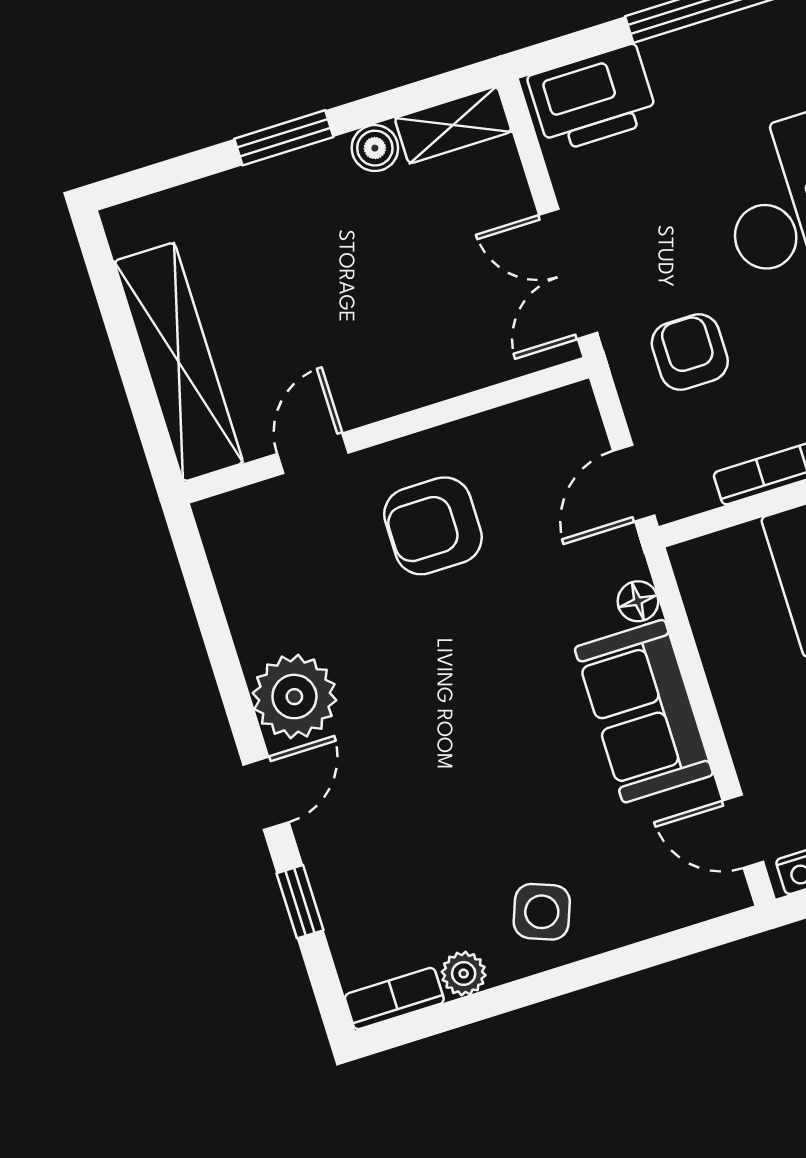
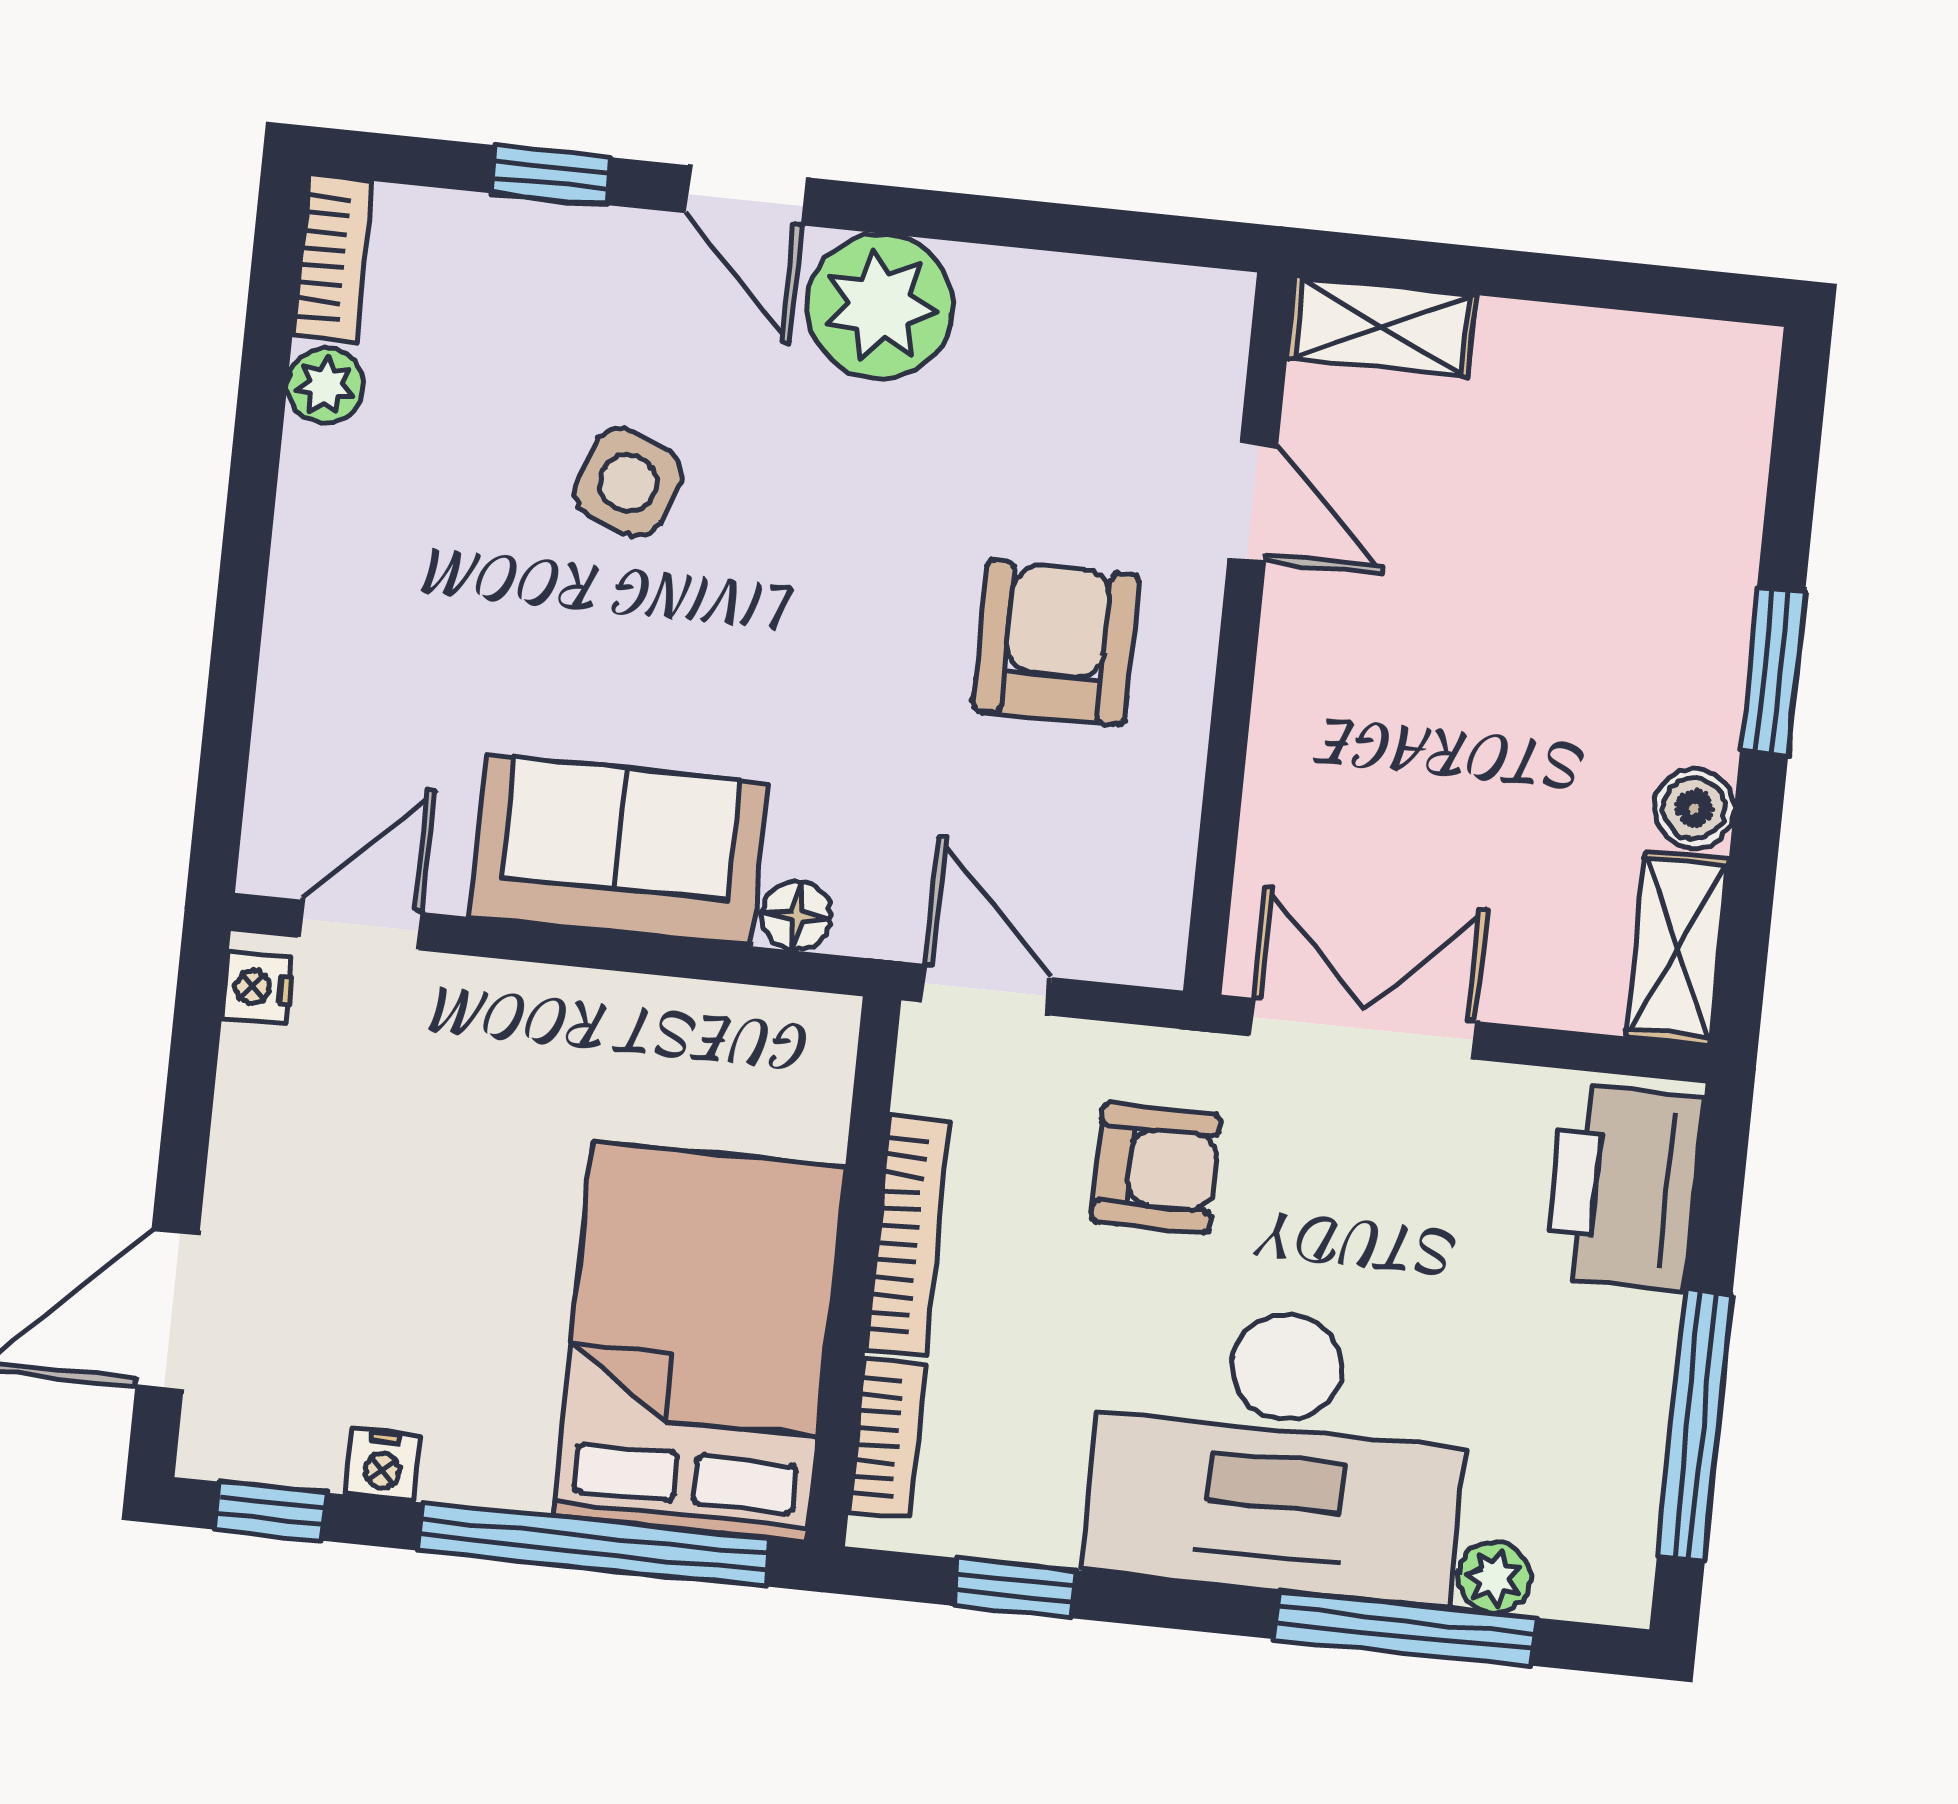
shelving: (179, 362) -> (1382, 326), width x0.45, depth x0.75
side table: (542, 912) -> (628, 483), moved

